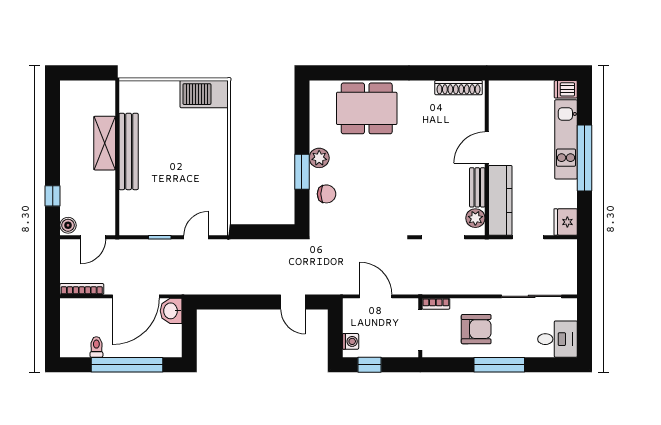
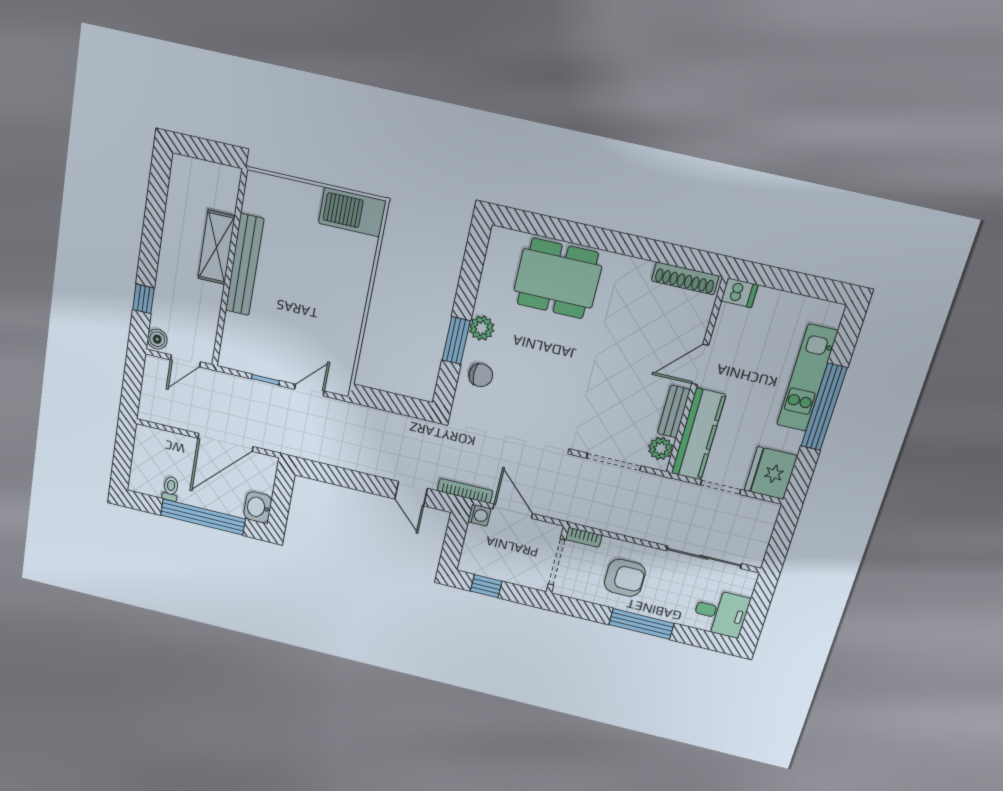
dishwasher: (566, 89) -> (740, 293), moved, turned 180
fridge: (566, 222) -> (771, 473), width x1.36, depth x1.34
bookcase: (82, 289) -> (465, 491), moved
washbasin: (171, 311) -> (258, 507), moved
washing machine: (351, 341) -> (479, 515), moved

